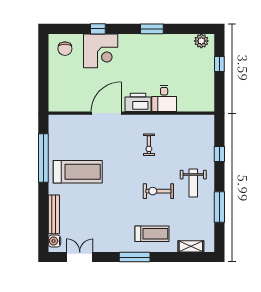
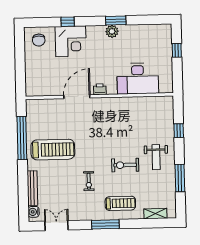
plant: (201, 41) -> (112, 31), moved
desk: (164, 98) -> (138, 78), width x1.87, depth x1.30
printer: (138, 102) -> (100, 89), width x0.53, depth x0.68
exercise bike: (149, 145) -> (89, 181), moved

